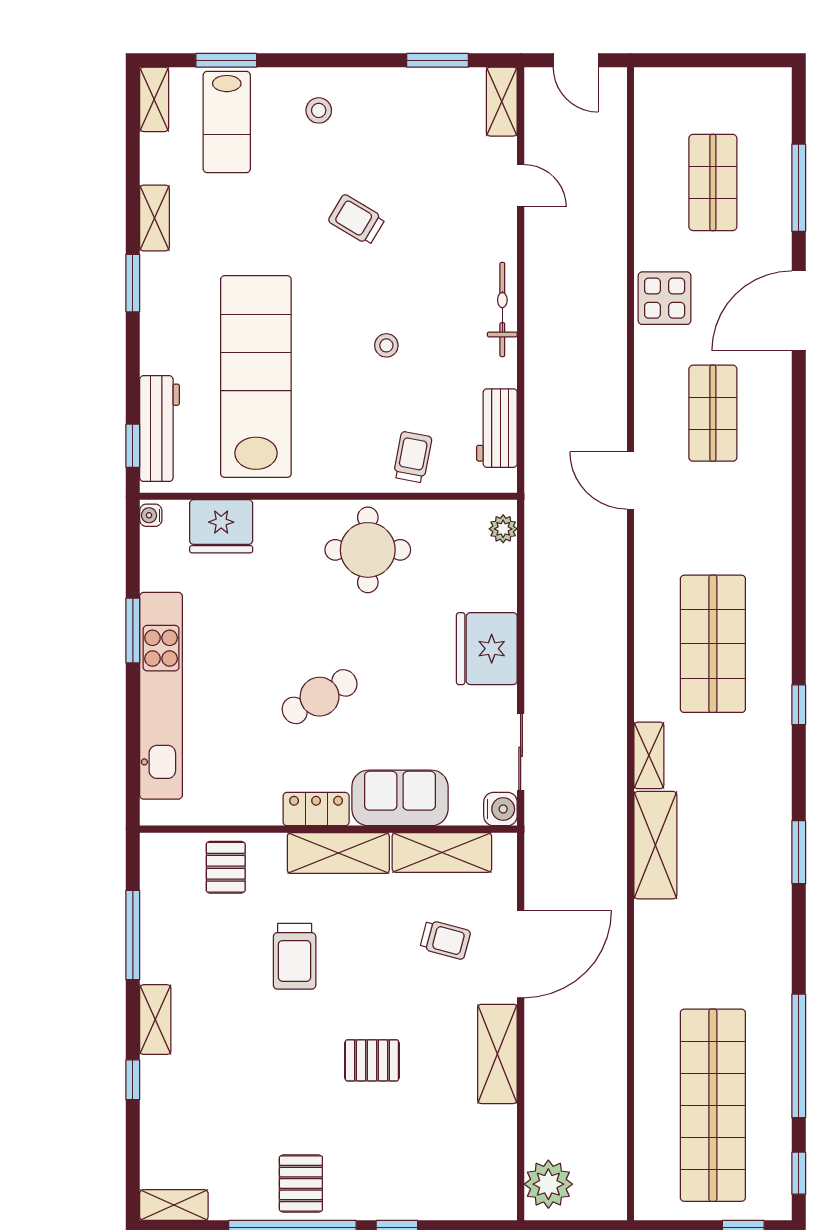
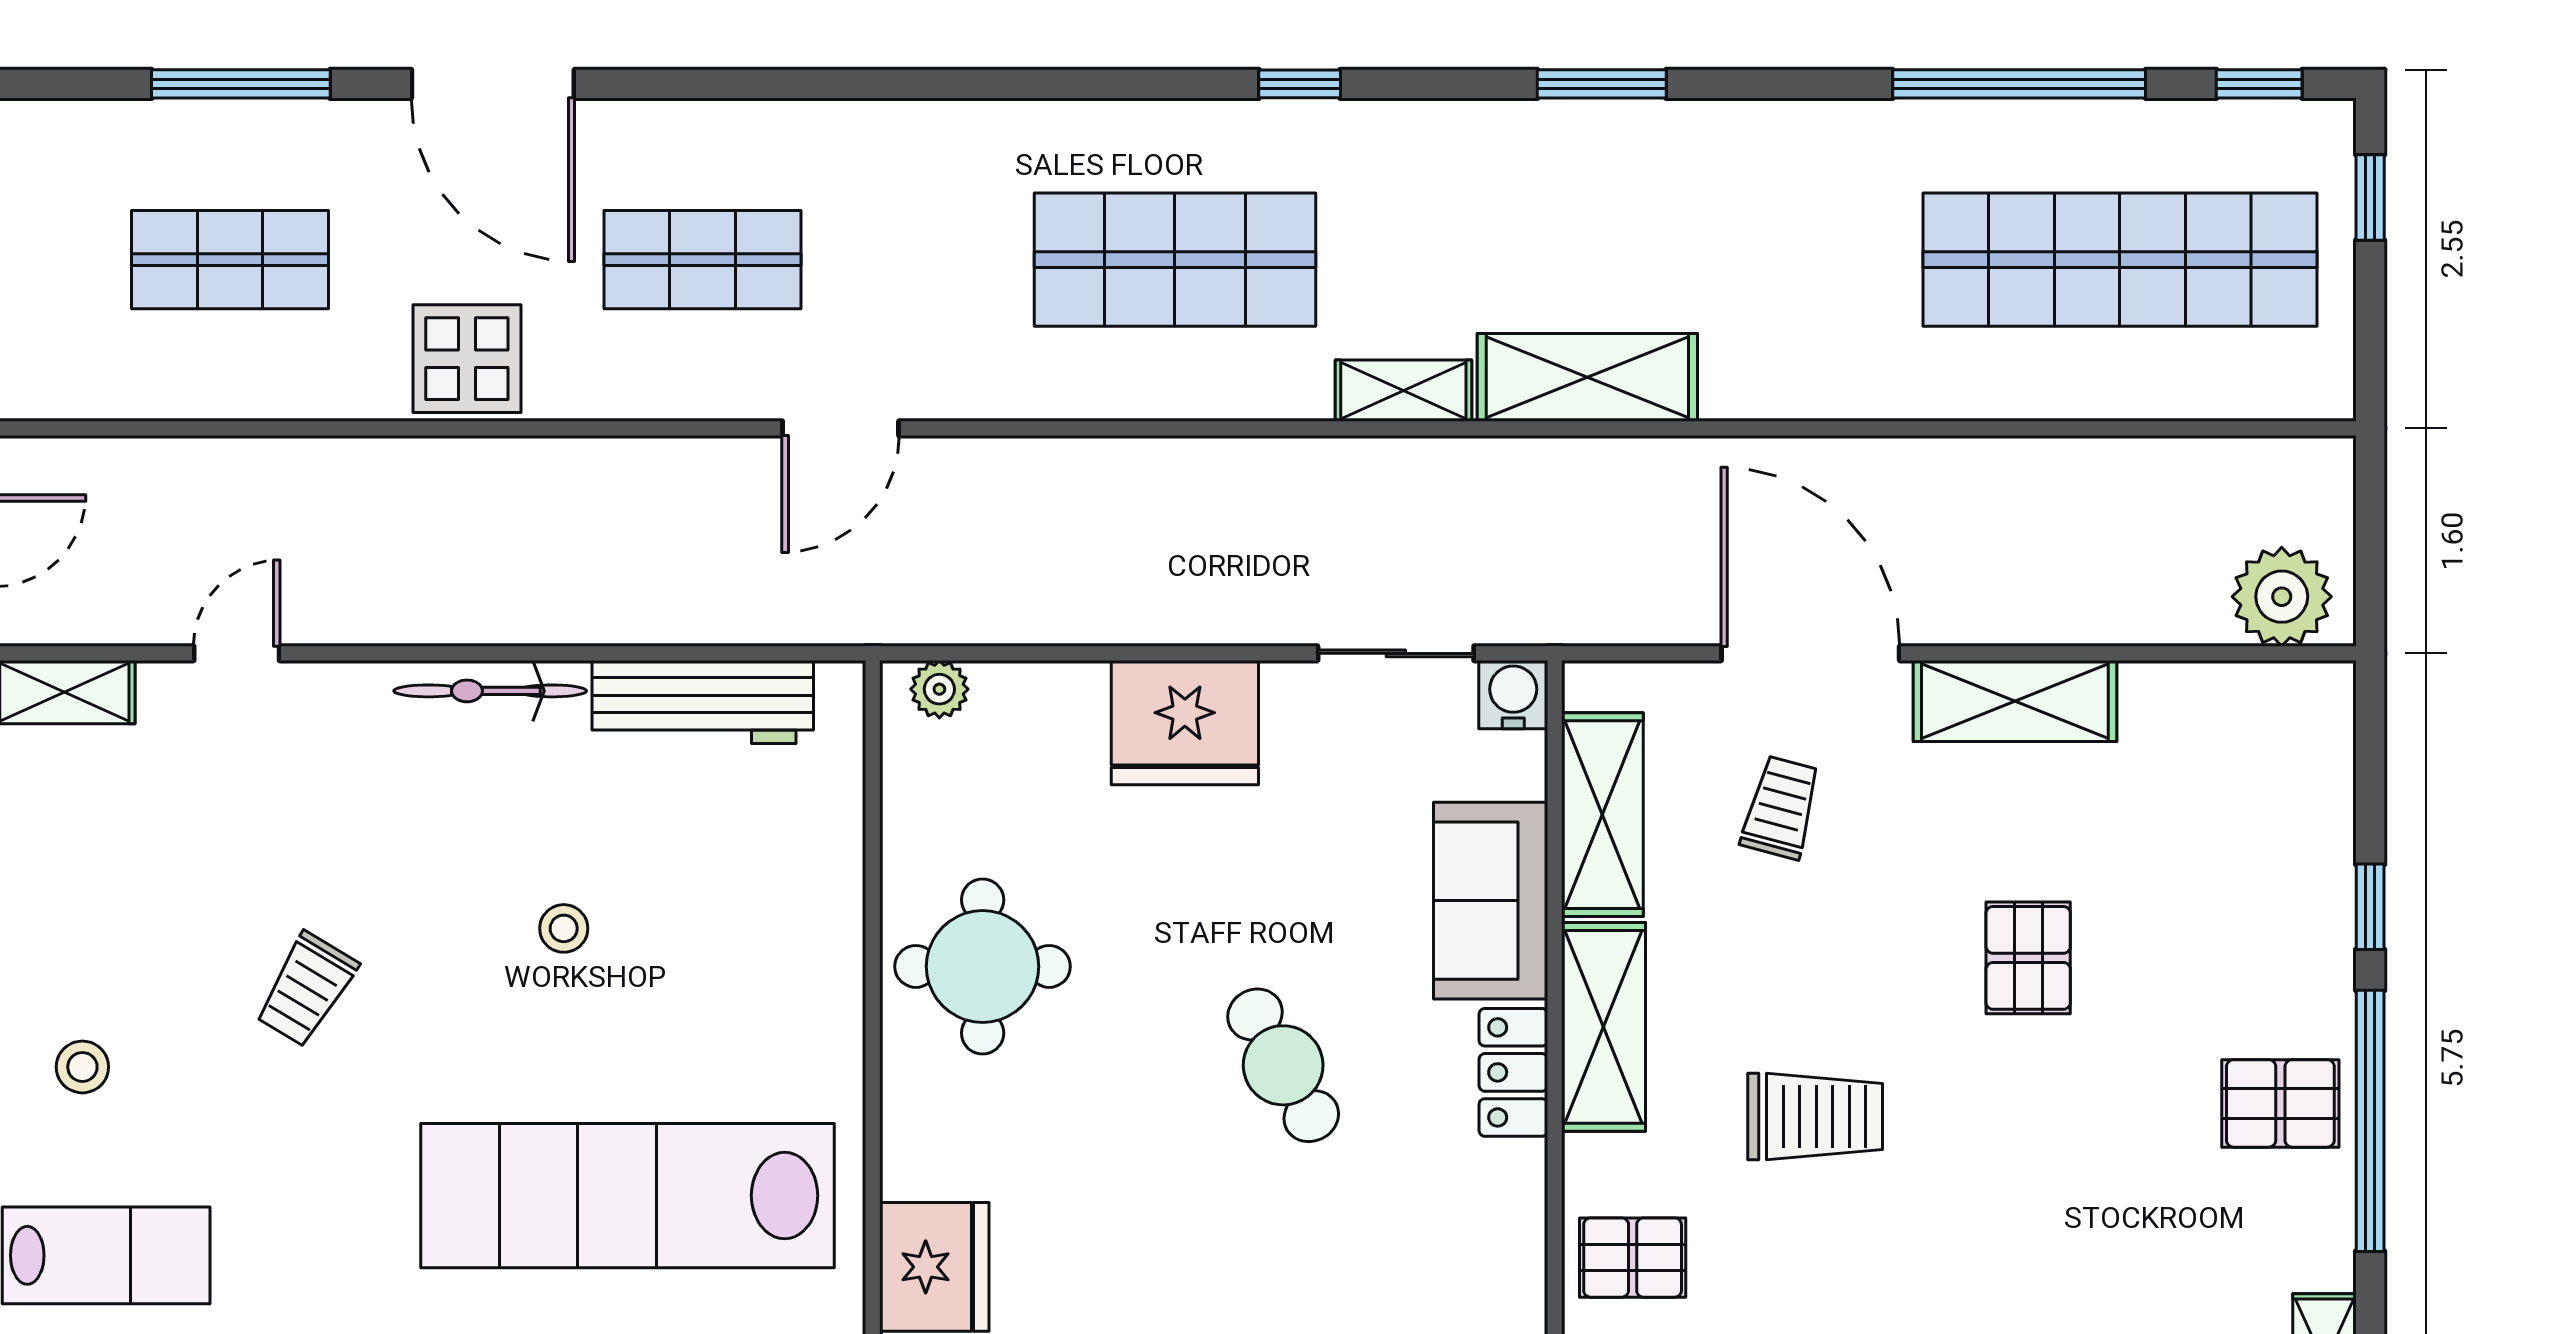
workbench: (497, 428) -> (703, 702), width x1.38
trolley: (413, 457) -> (792, 875), removed

